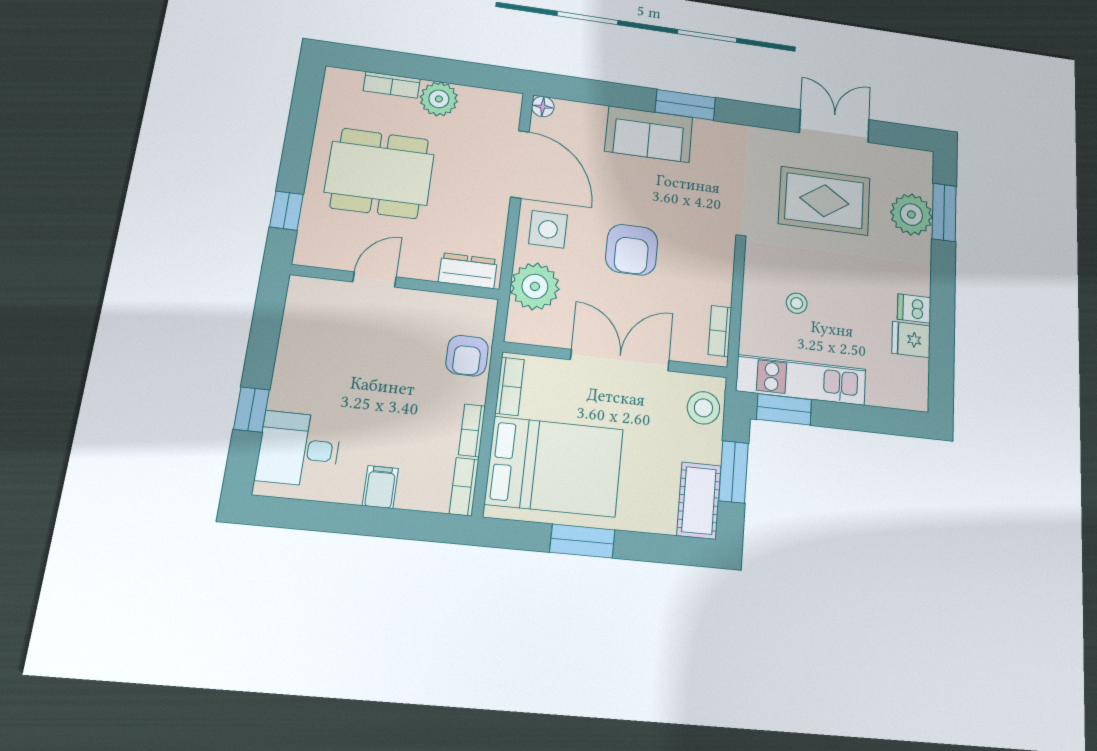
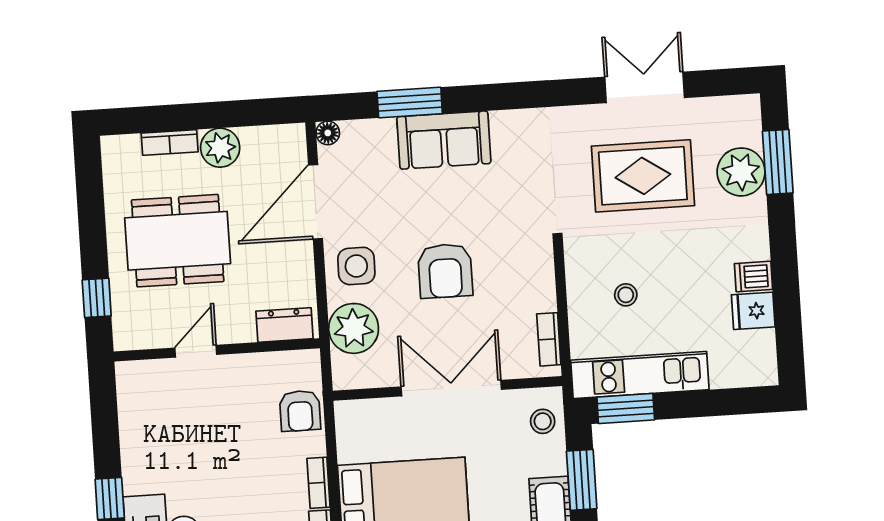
window: (685, 105) -> (410, 103), moved
door: (520, 164) -> (315, 202), swing flipped
bookcase: (510, 386) -> (347, 434), removed
stool: (703, 408) -> (543, 421), width x0.73, depth x0.73

